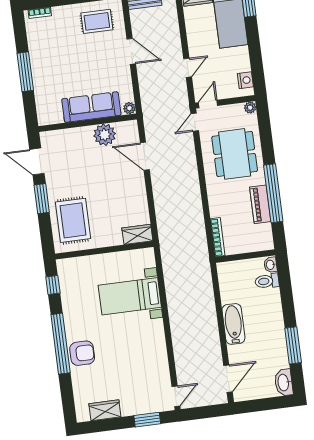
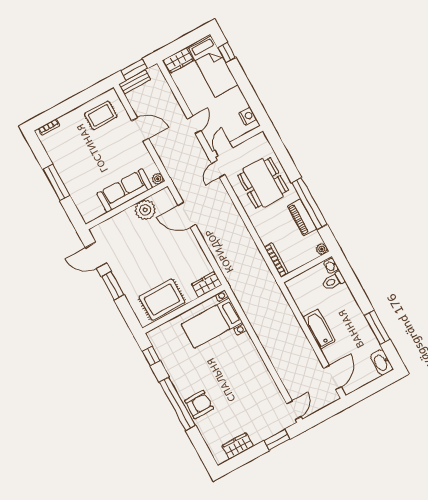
plant: (250, 108) -> (322, 249), moved
rug: (73, 220) -> (162, 300), moved, turned 90
bed with nightstands: (130, 296) -> (212, 323), moved

